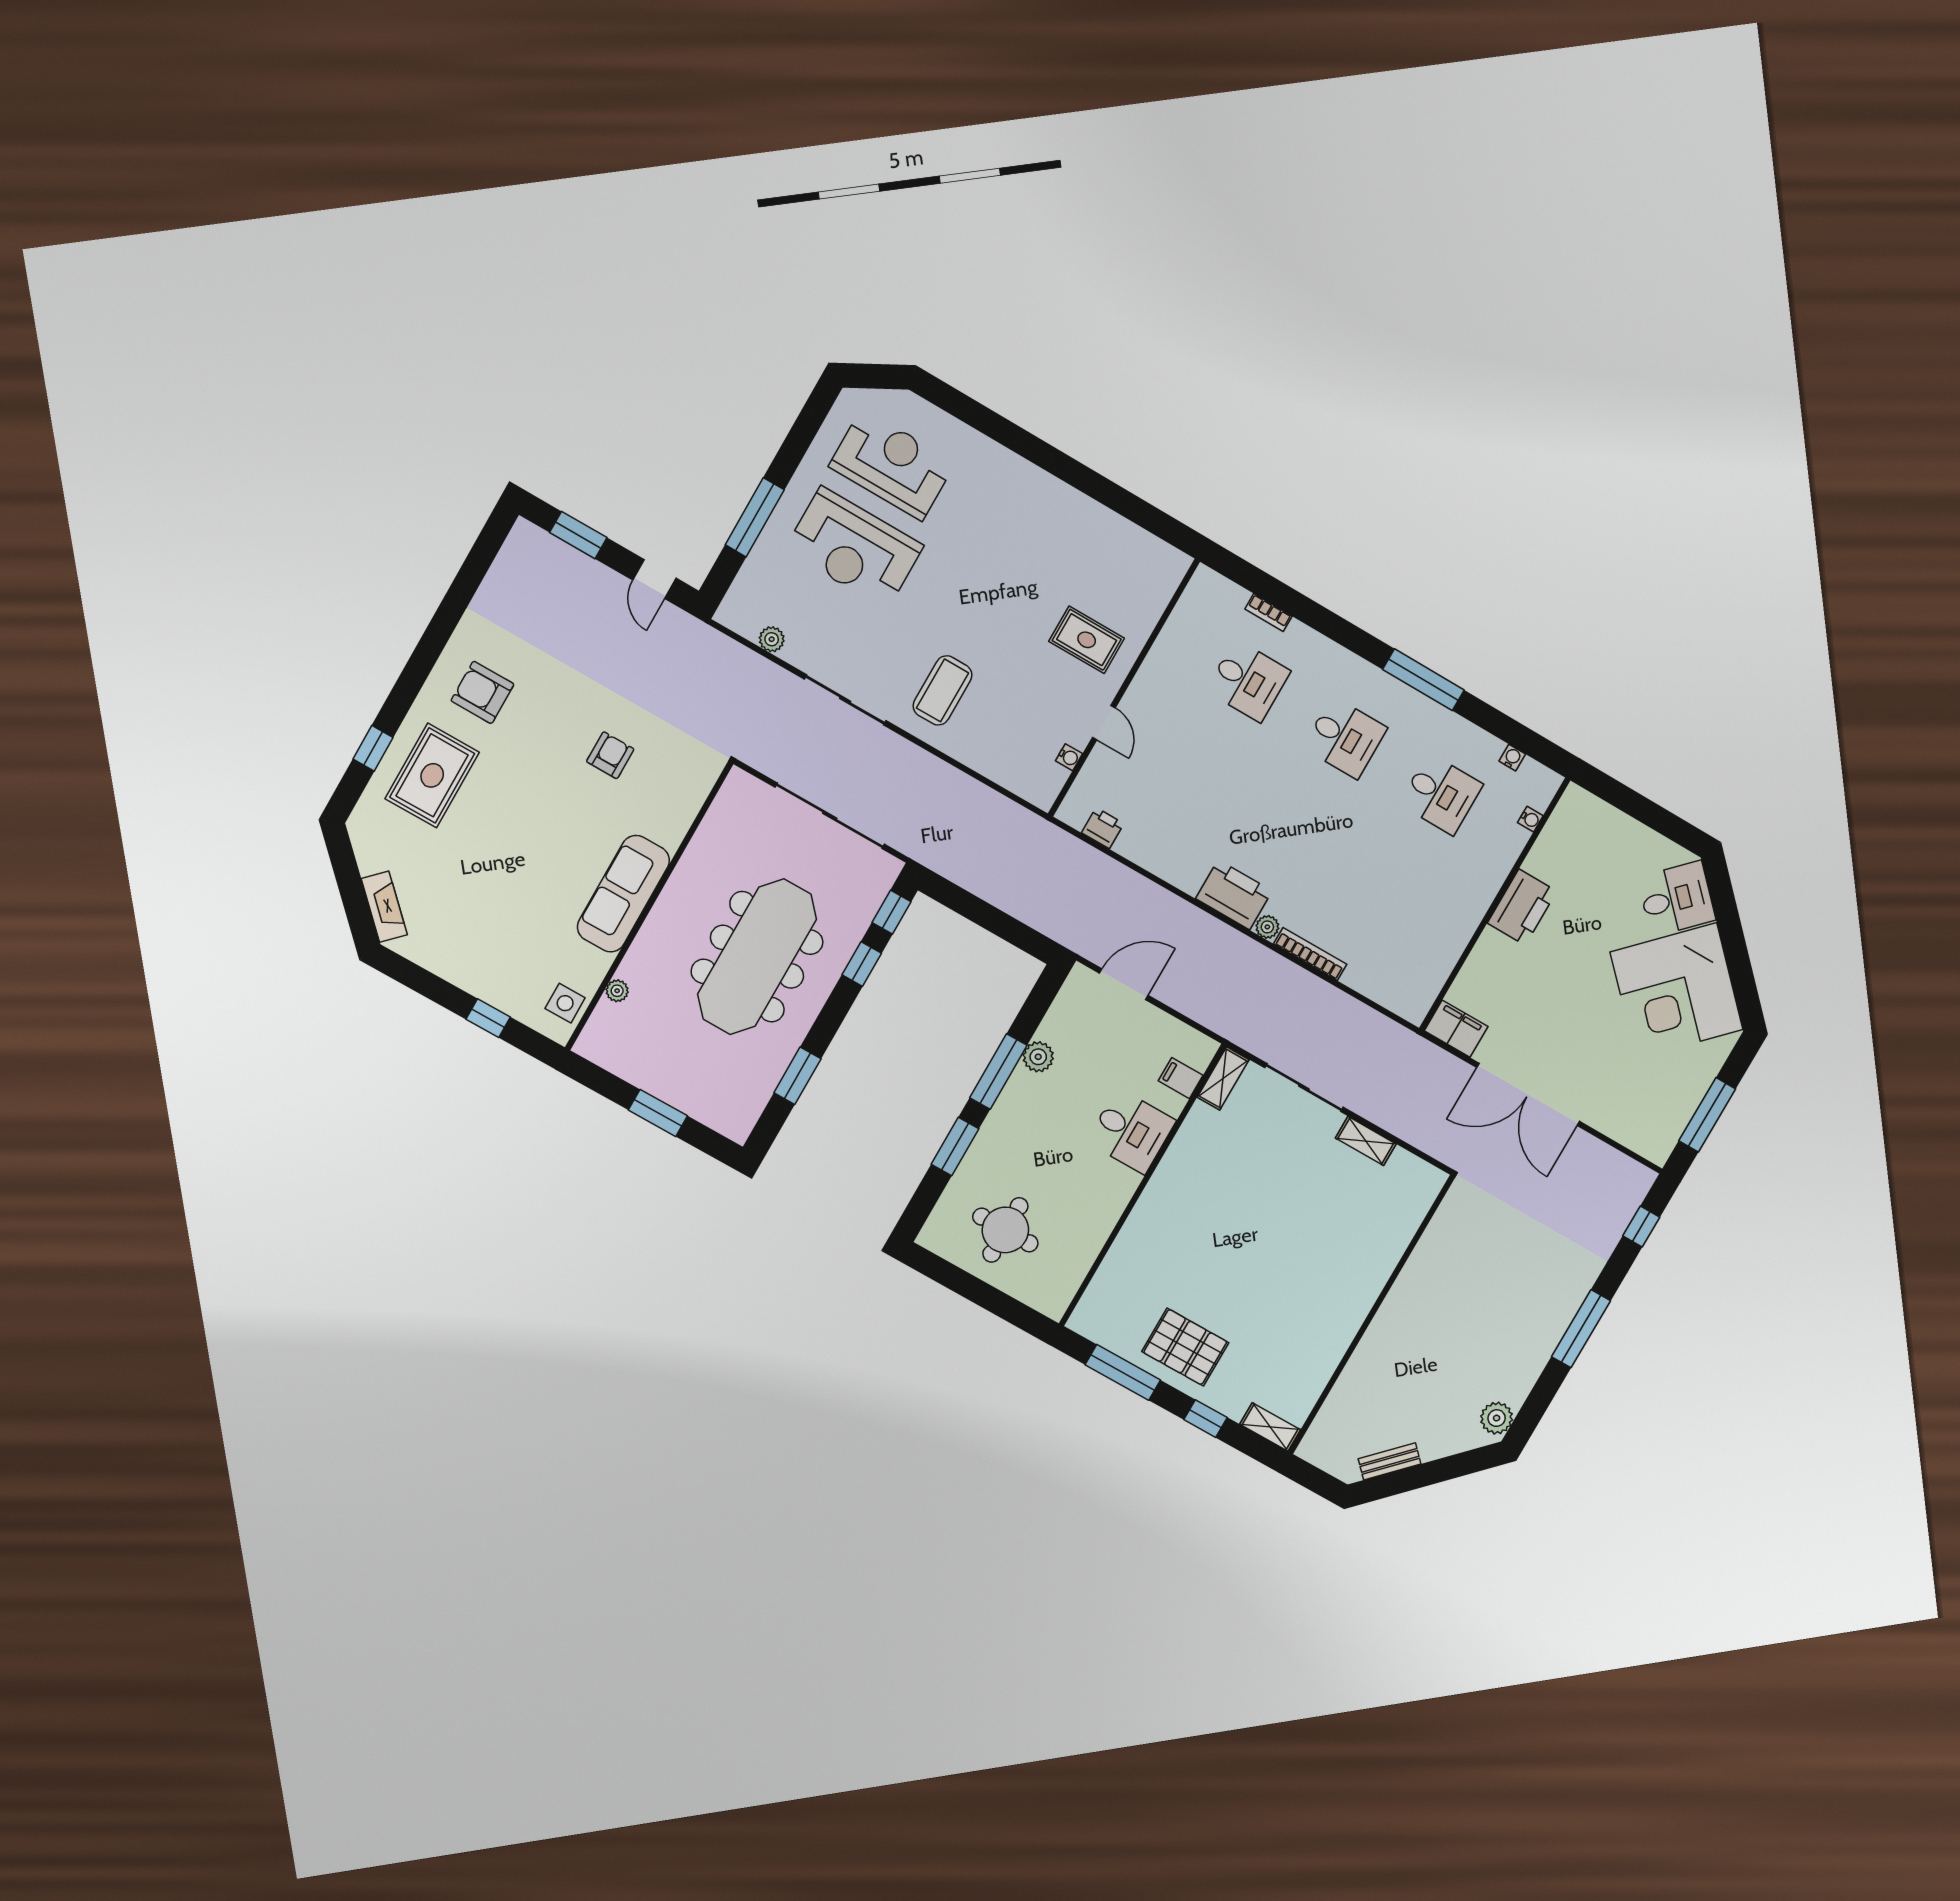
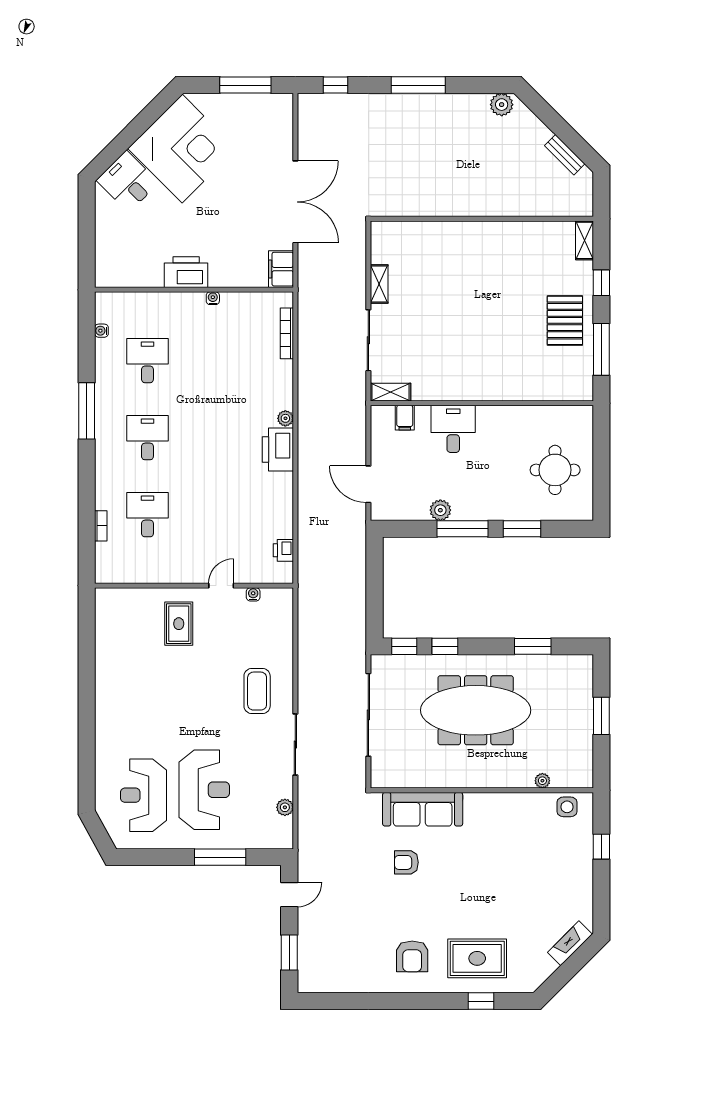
coffee table: (942, 690) -> (257, 691), turned 90
water cooler: (1530, 819) -> (213, 298), moved
sofa: (623, 894) -> (423, 809), moved
bookcase: (1310, 954) -> (287, 333), moved

